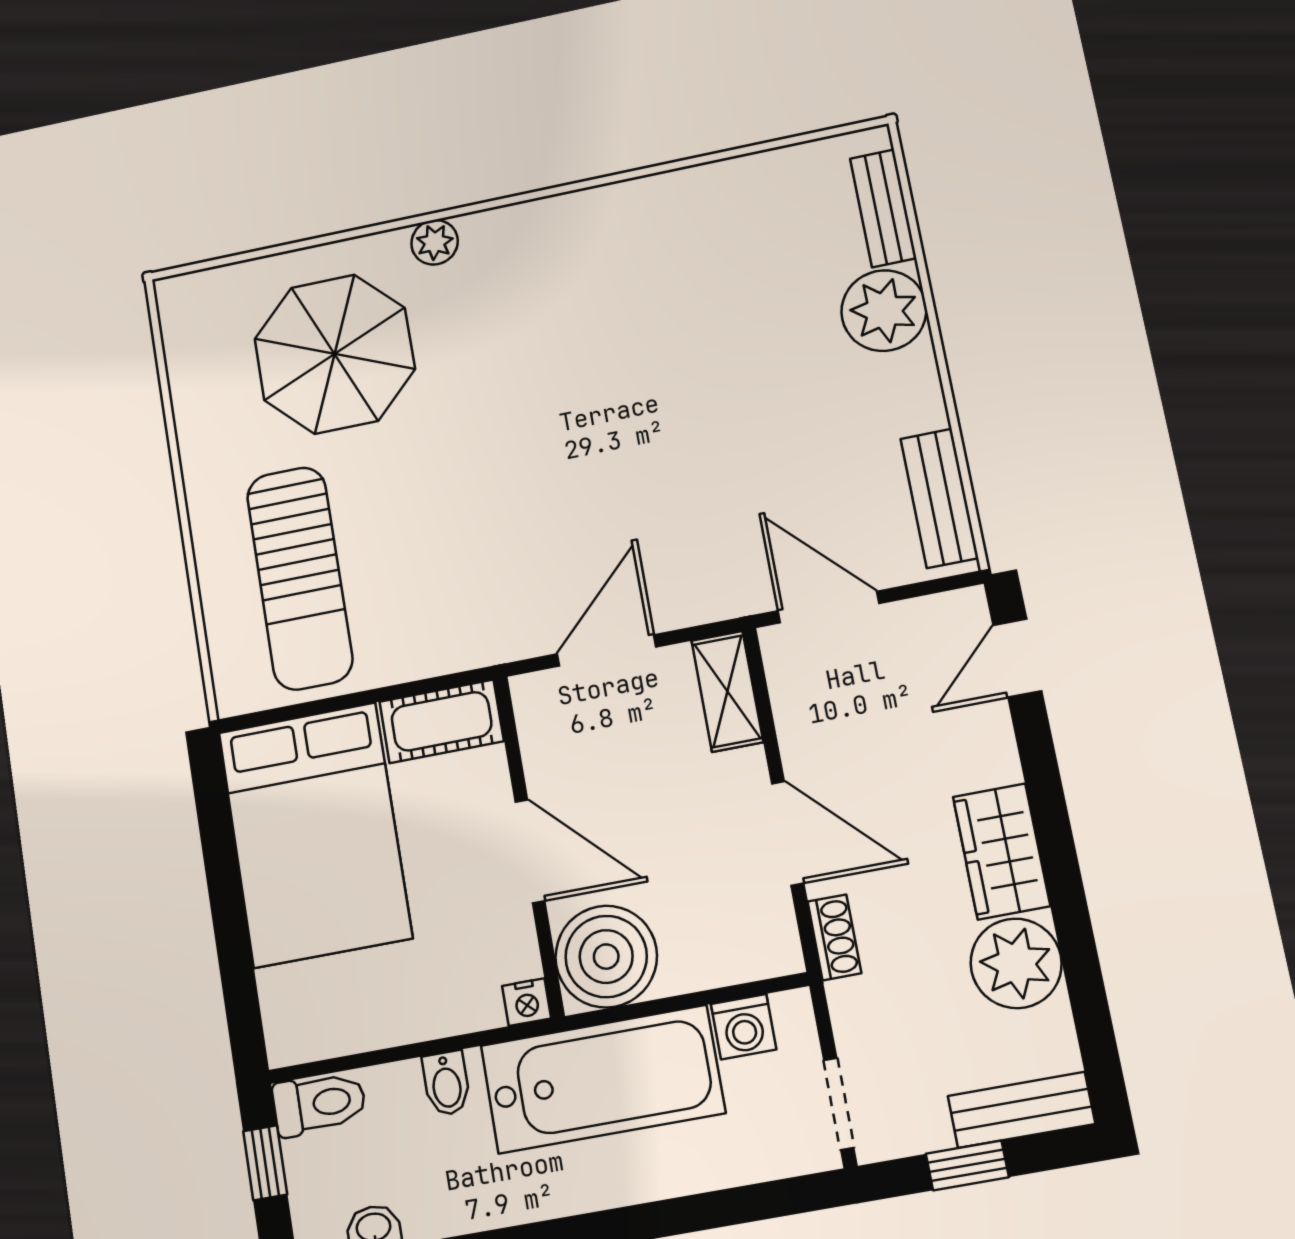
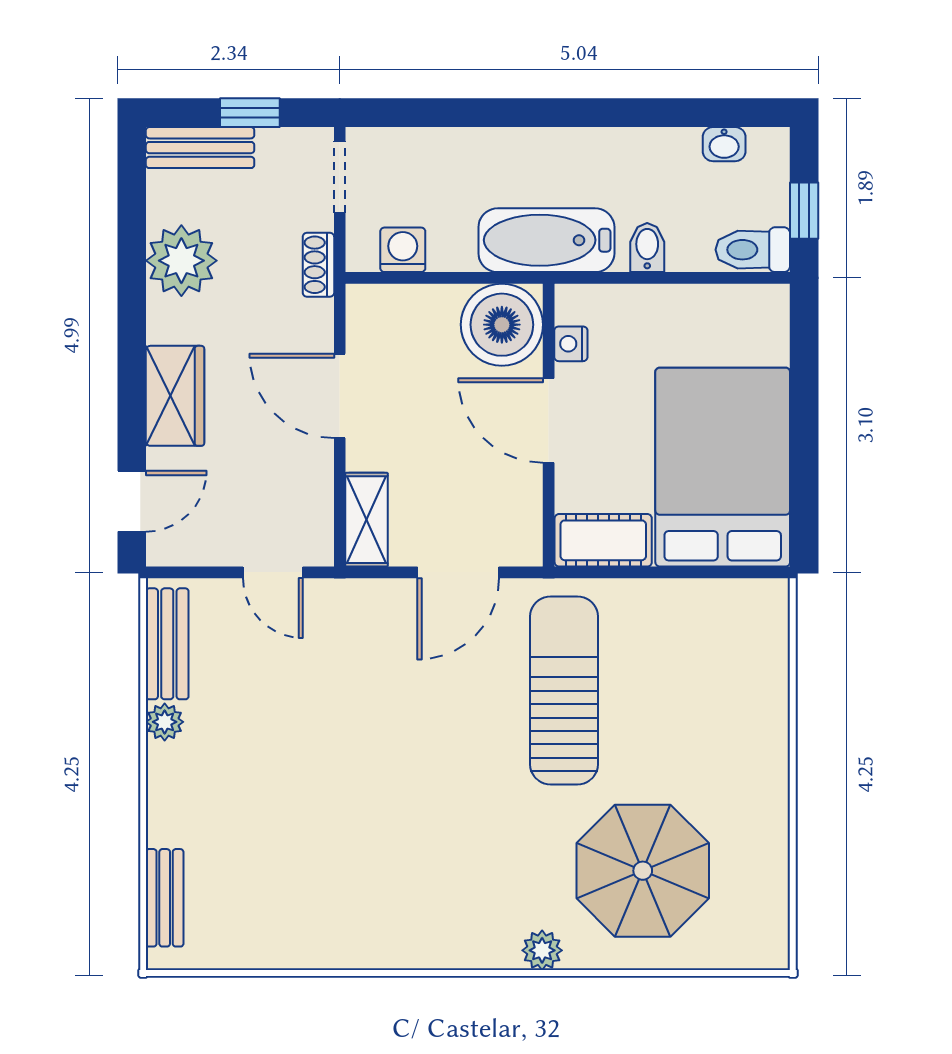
plant: (884, 311) -> (165, 722), moved, width x0.53, depth x0.53
sun lounger: (300, 578) -> (564, 690), moved
door: (828, 607) -> (273, 572), width x0.73
wardrobe: (1001, 851) -> (175, 396), moved
shoe rack: (834, 937) -> (318, 265), moved
nightstand: (527, 1002) -> (571, 344), moved, turned -90
bathtub: (603, 1079) -> (546, 240), width x0.73, depth x0.73

